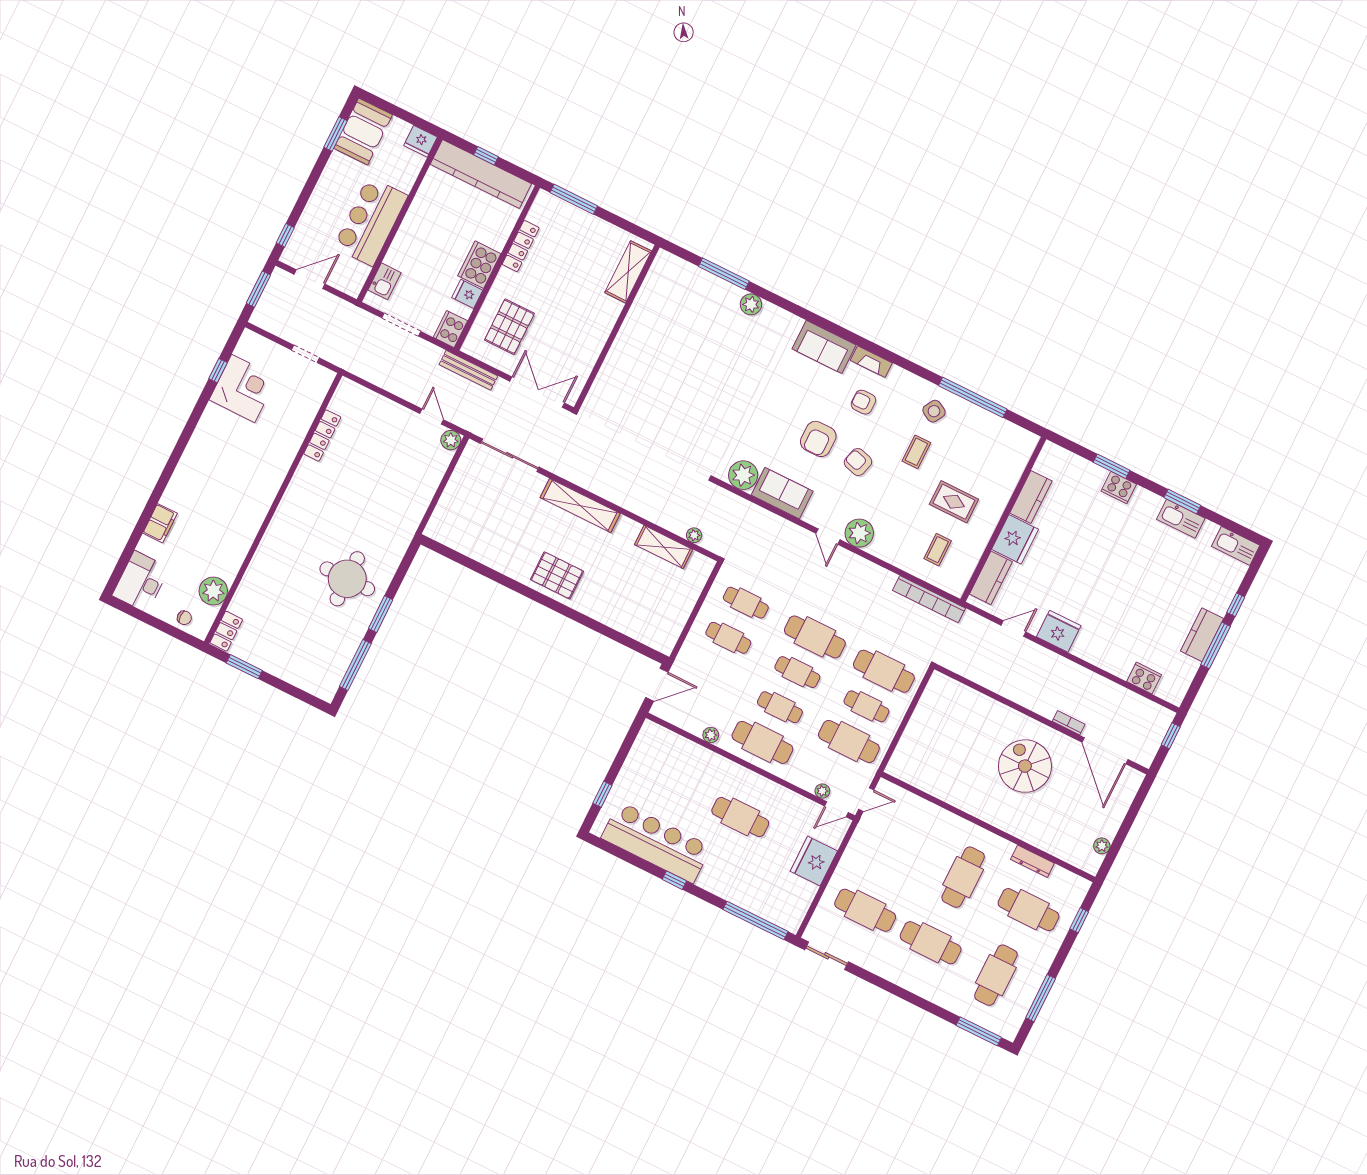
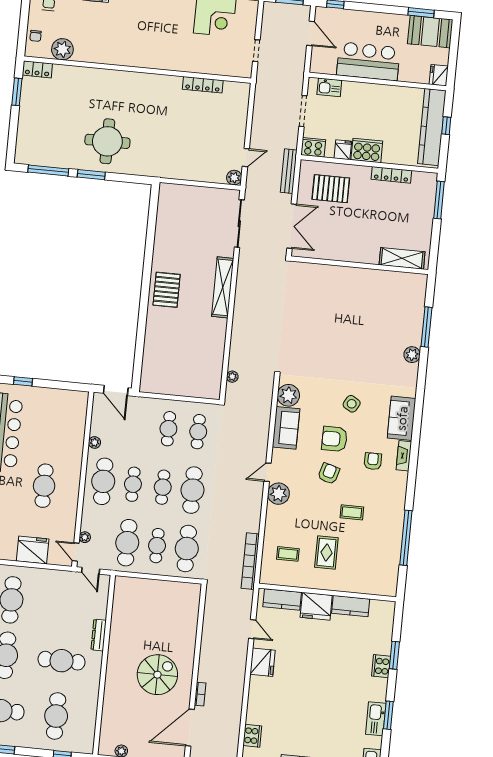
side table: (934, 411) -> (352, 404), moved
shelving: (664, 547) -> (216, 358), removed
dresser: (1032, 861) -> (99, 635), moved

